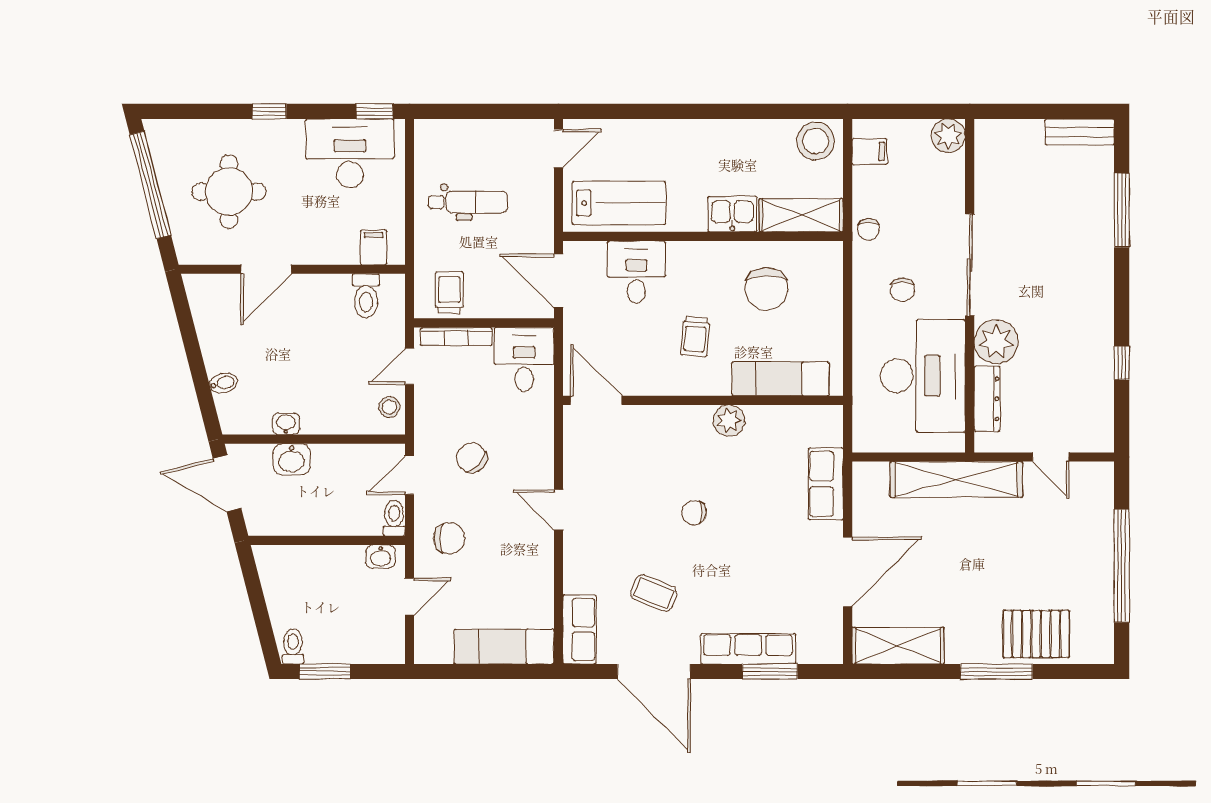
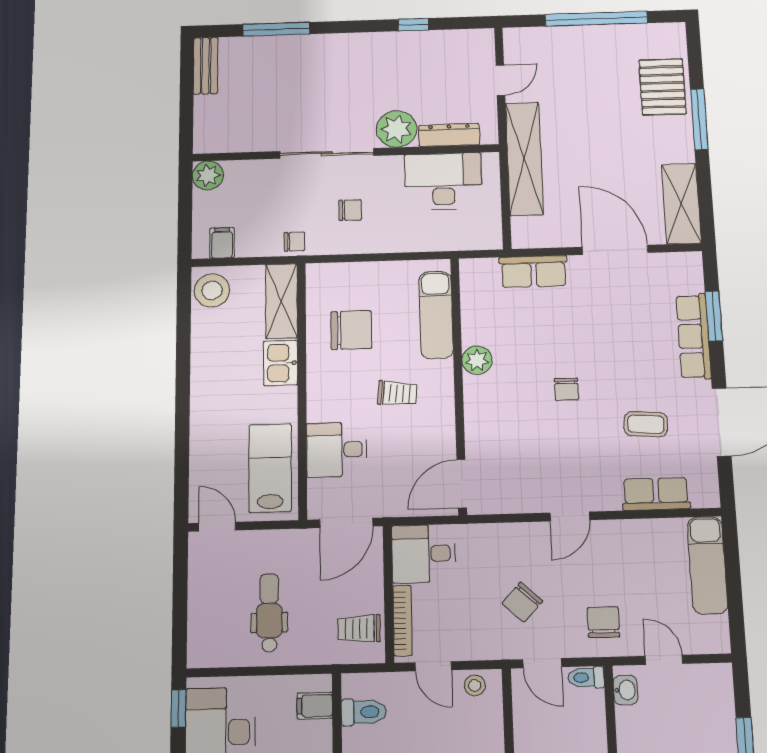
desk: (923, 376) -> (443, 181), width x0.73, depth x0.77
coffee table: (654, 593) -> (646, 424), turned 72
row of seats: (580, 629) -> (656, 494), moved

